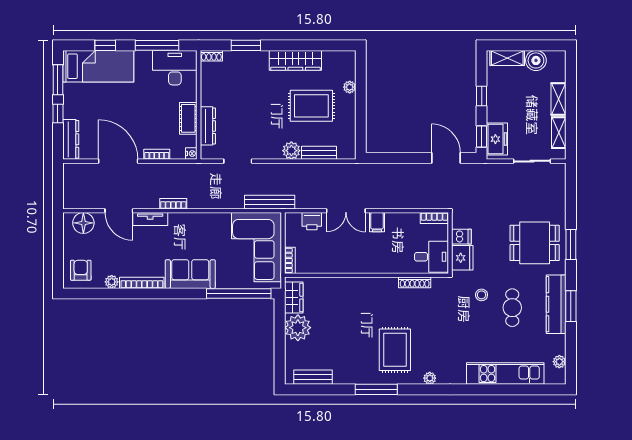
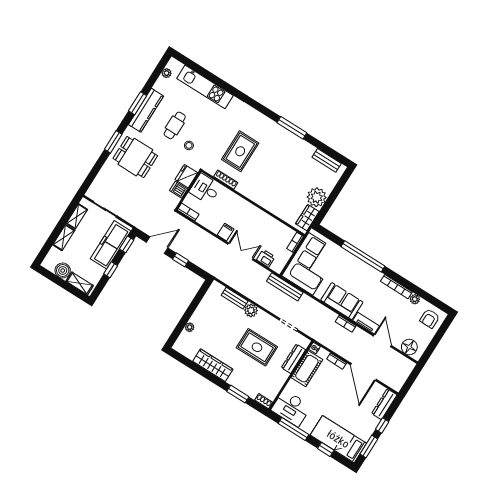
rug: (311, 106) -> (257, 347), moved
cot: (188, 118) -> (307, 369), width x1.37, depth x1.34
freezer: (497, 139) -> (110, 245), width x1.91, depth x1.26
window: (409, 158) -> (181, 260), added
door: (446, 158) -> (157, 245), swing flipped
sofa: (190, 274) -> (342, 301), moved, turned 180
window: (239, 293) -> (363, 256), moved
rug: (395, 350) -> (240, 151), moved
plant: (430, 378) -> (254, 114), removed

